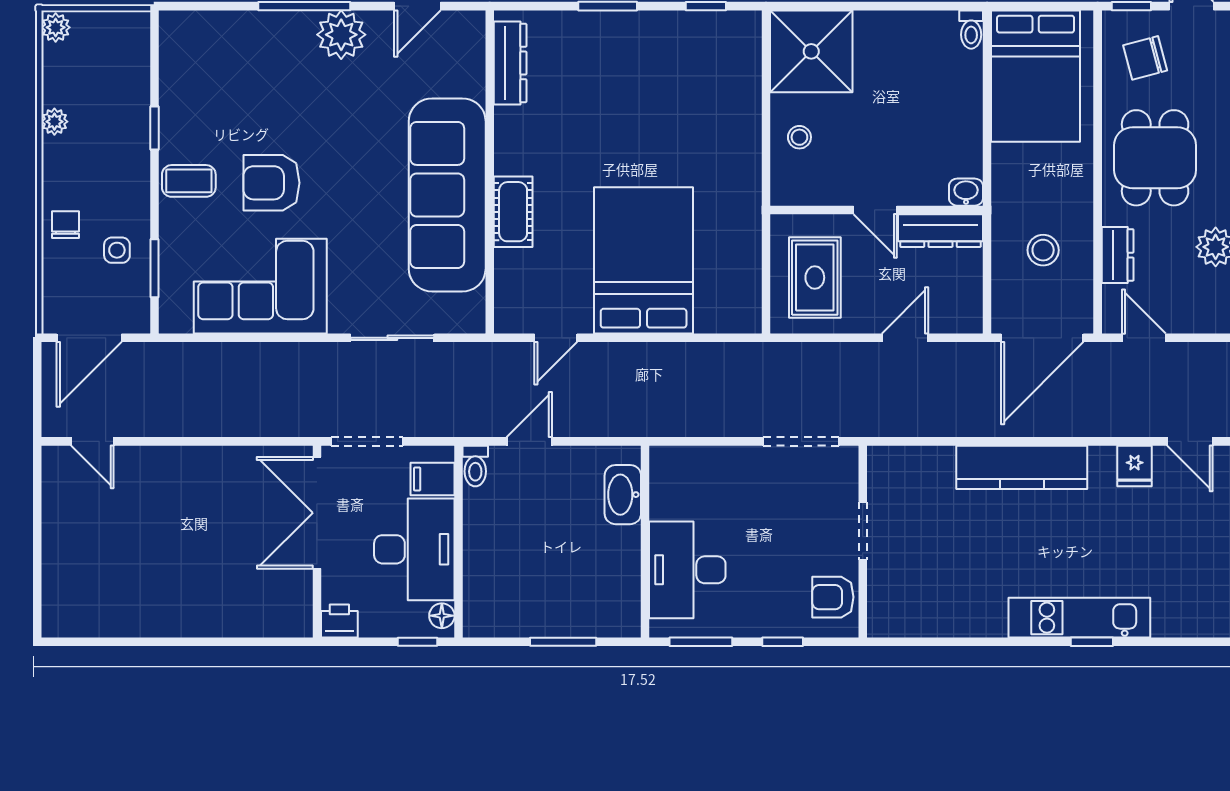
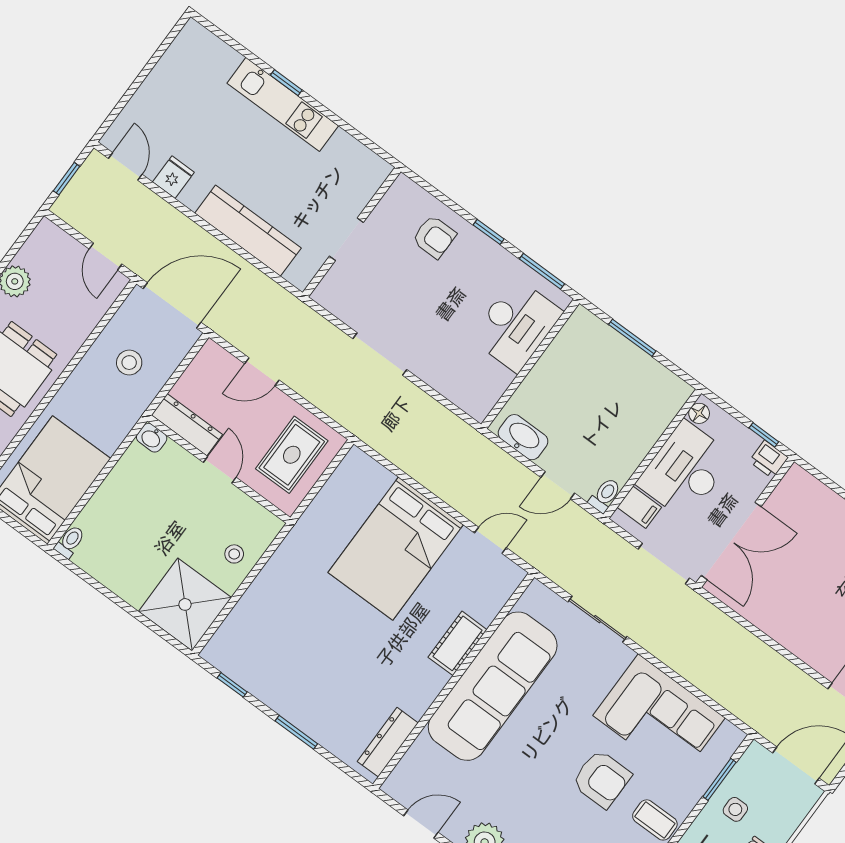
dresser: (1118, 255) -> (83, 323), removed
washbasin: (623, 495) -> (523, 437), moved, turned -90
doorway: (863, 531) -> (346, 239), moved
wall: (863, 542) -> (352, 232), moved
window: (418, 642) -> (764, 435), moved

